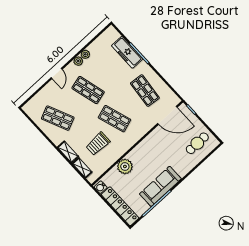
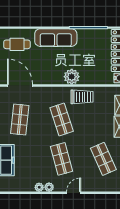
trolley: (98, 144) -> (82, 97), moved
plant: (125, 166) -> (72, 77), moved
sofa: (160, 186) -> (56, 38), moved

